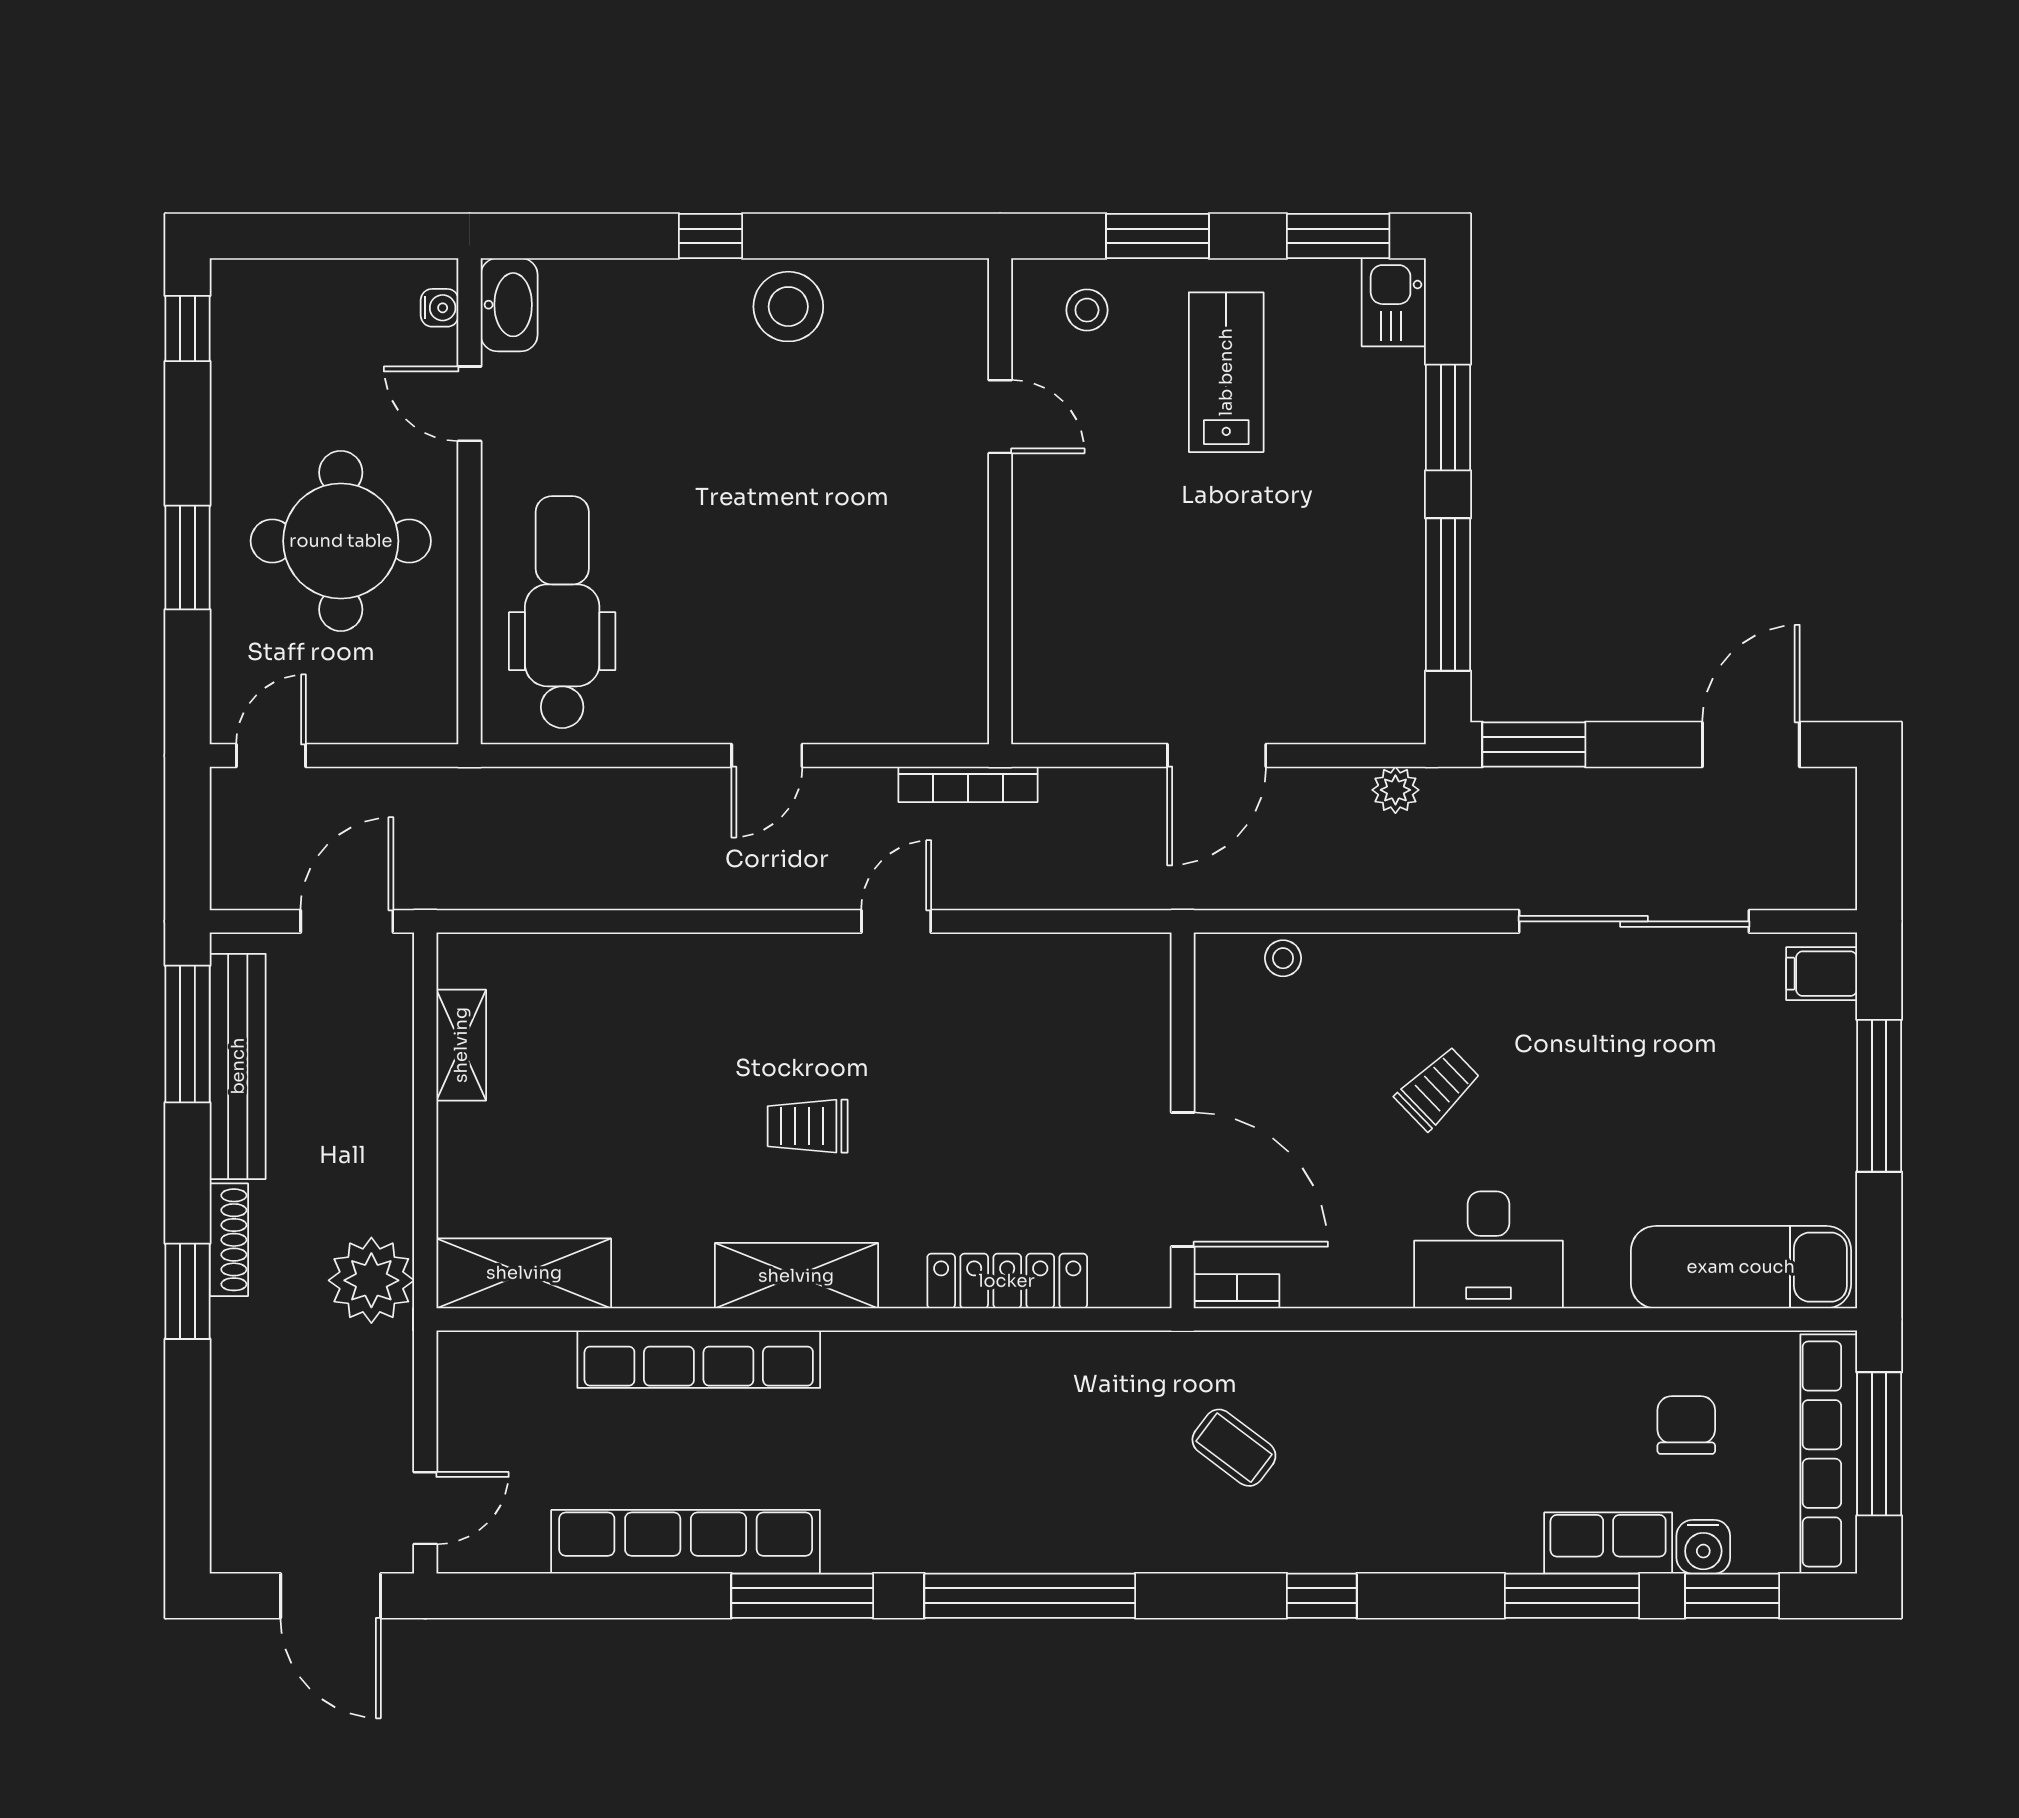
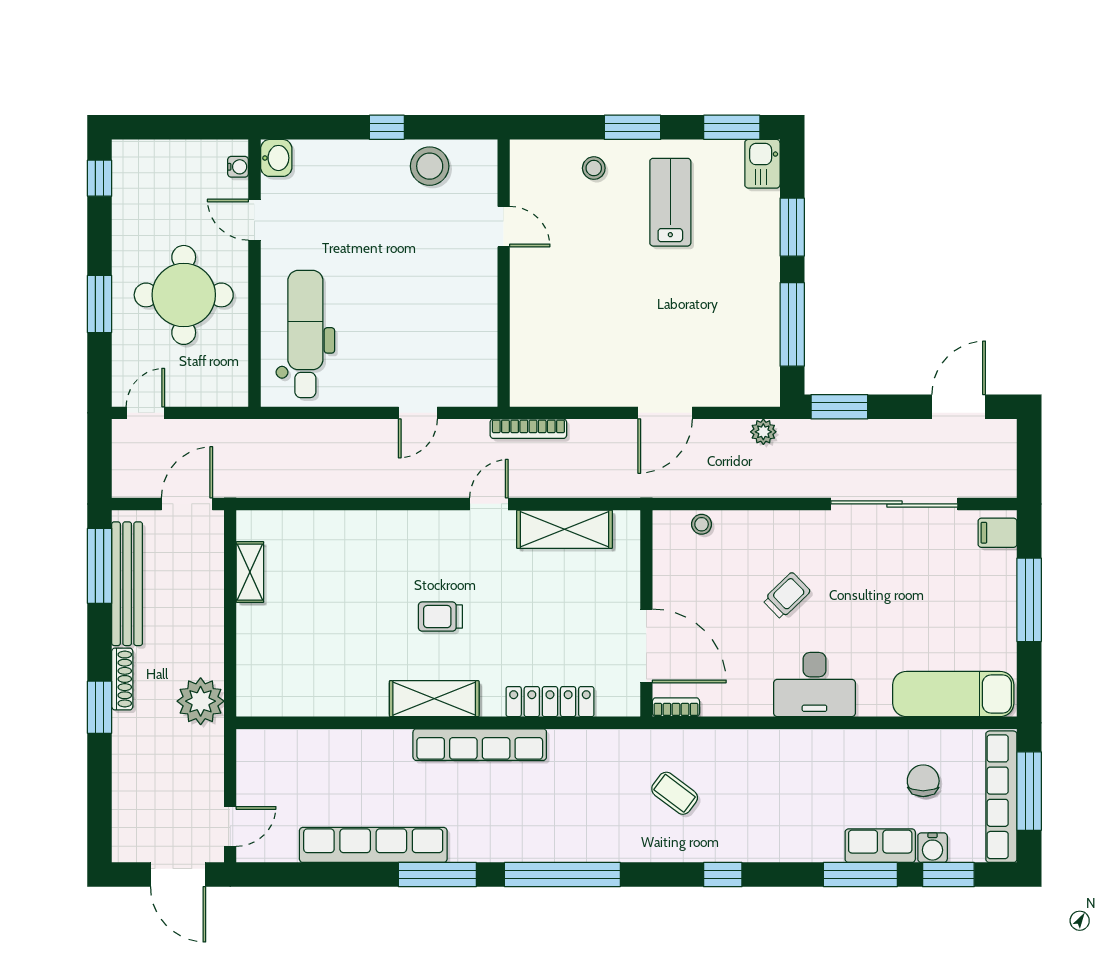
washbasin: (509, 305) -> (276, 158), width x0.72
door: (1000, 417) -> (504, 227), moved
wall: (1000, 501) -> (504, 273), moved
shelving: (524, 1273) -> (564, 529), moved
row of seats: (699, 1359) -> (480, 745), moved

